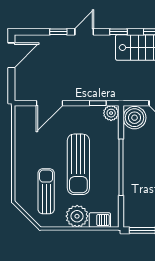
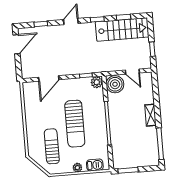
window: (58, 32) -> (41, 24), moved
plant: (77, 216) -> (77, 168), width x0.53, depth x0.53

